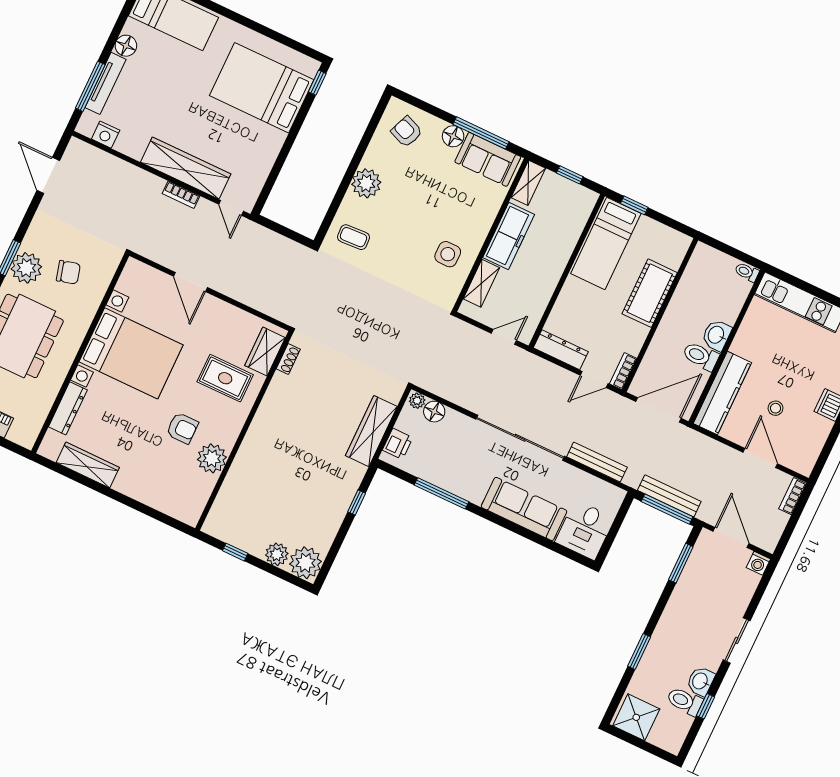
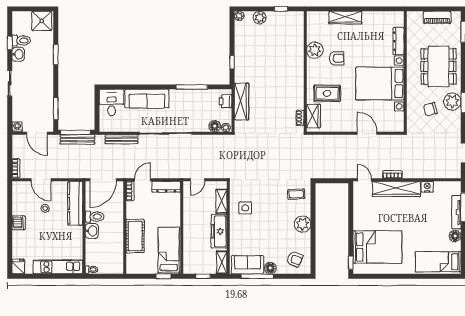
nightstand: (106, 135) -> (427, 187), moved
armchair: (182, 428) -> (337, 58), turned 180
wardrobe: (88, 465) -> (345, 18), moved
plant: (306, 563) -> (239, 16), width x0.53, depth x0.53

